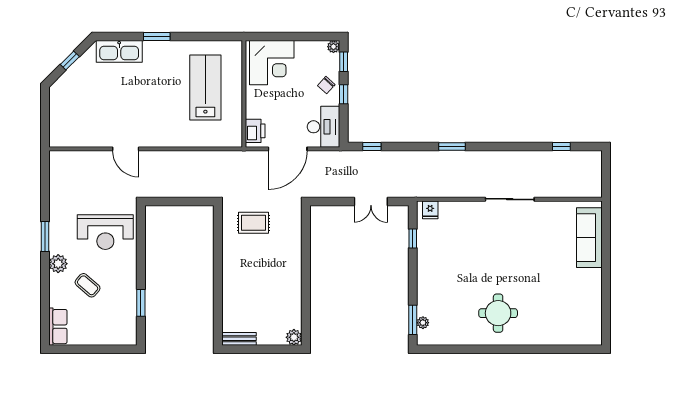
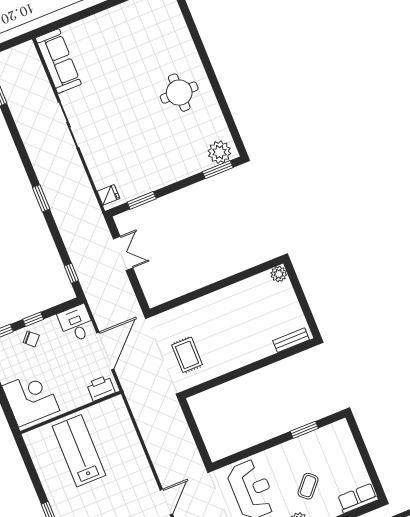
lab bench: (205, 88) -> (79, 451), turned 90
desk: (324, 127) -> (76, 324), width x0.73
door: (288, 149) -> (105, 351), hinge flipped
window: (413, 238) -> (142, 200), width x1.50
sofa: (589, 238) -> (58, 61), moved, turned -90
plant: (423, 323) -> (219, 152), width x1.88, depth x1.88
bench: (239, 339) -> (291, 340), moved, turned 90

